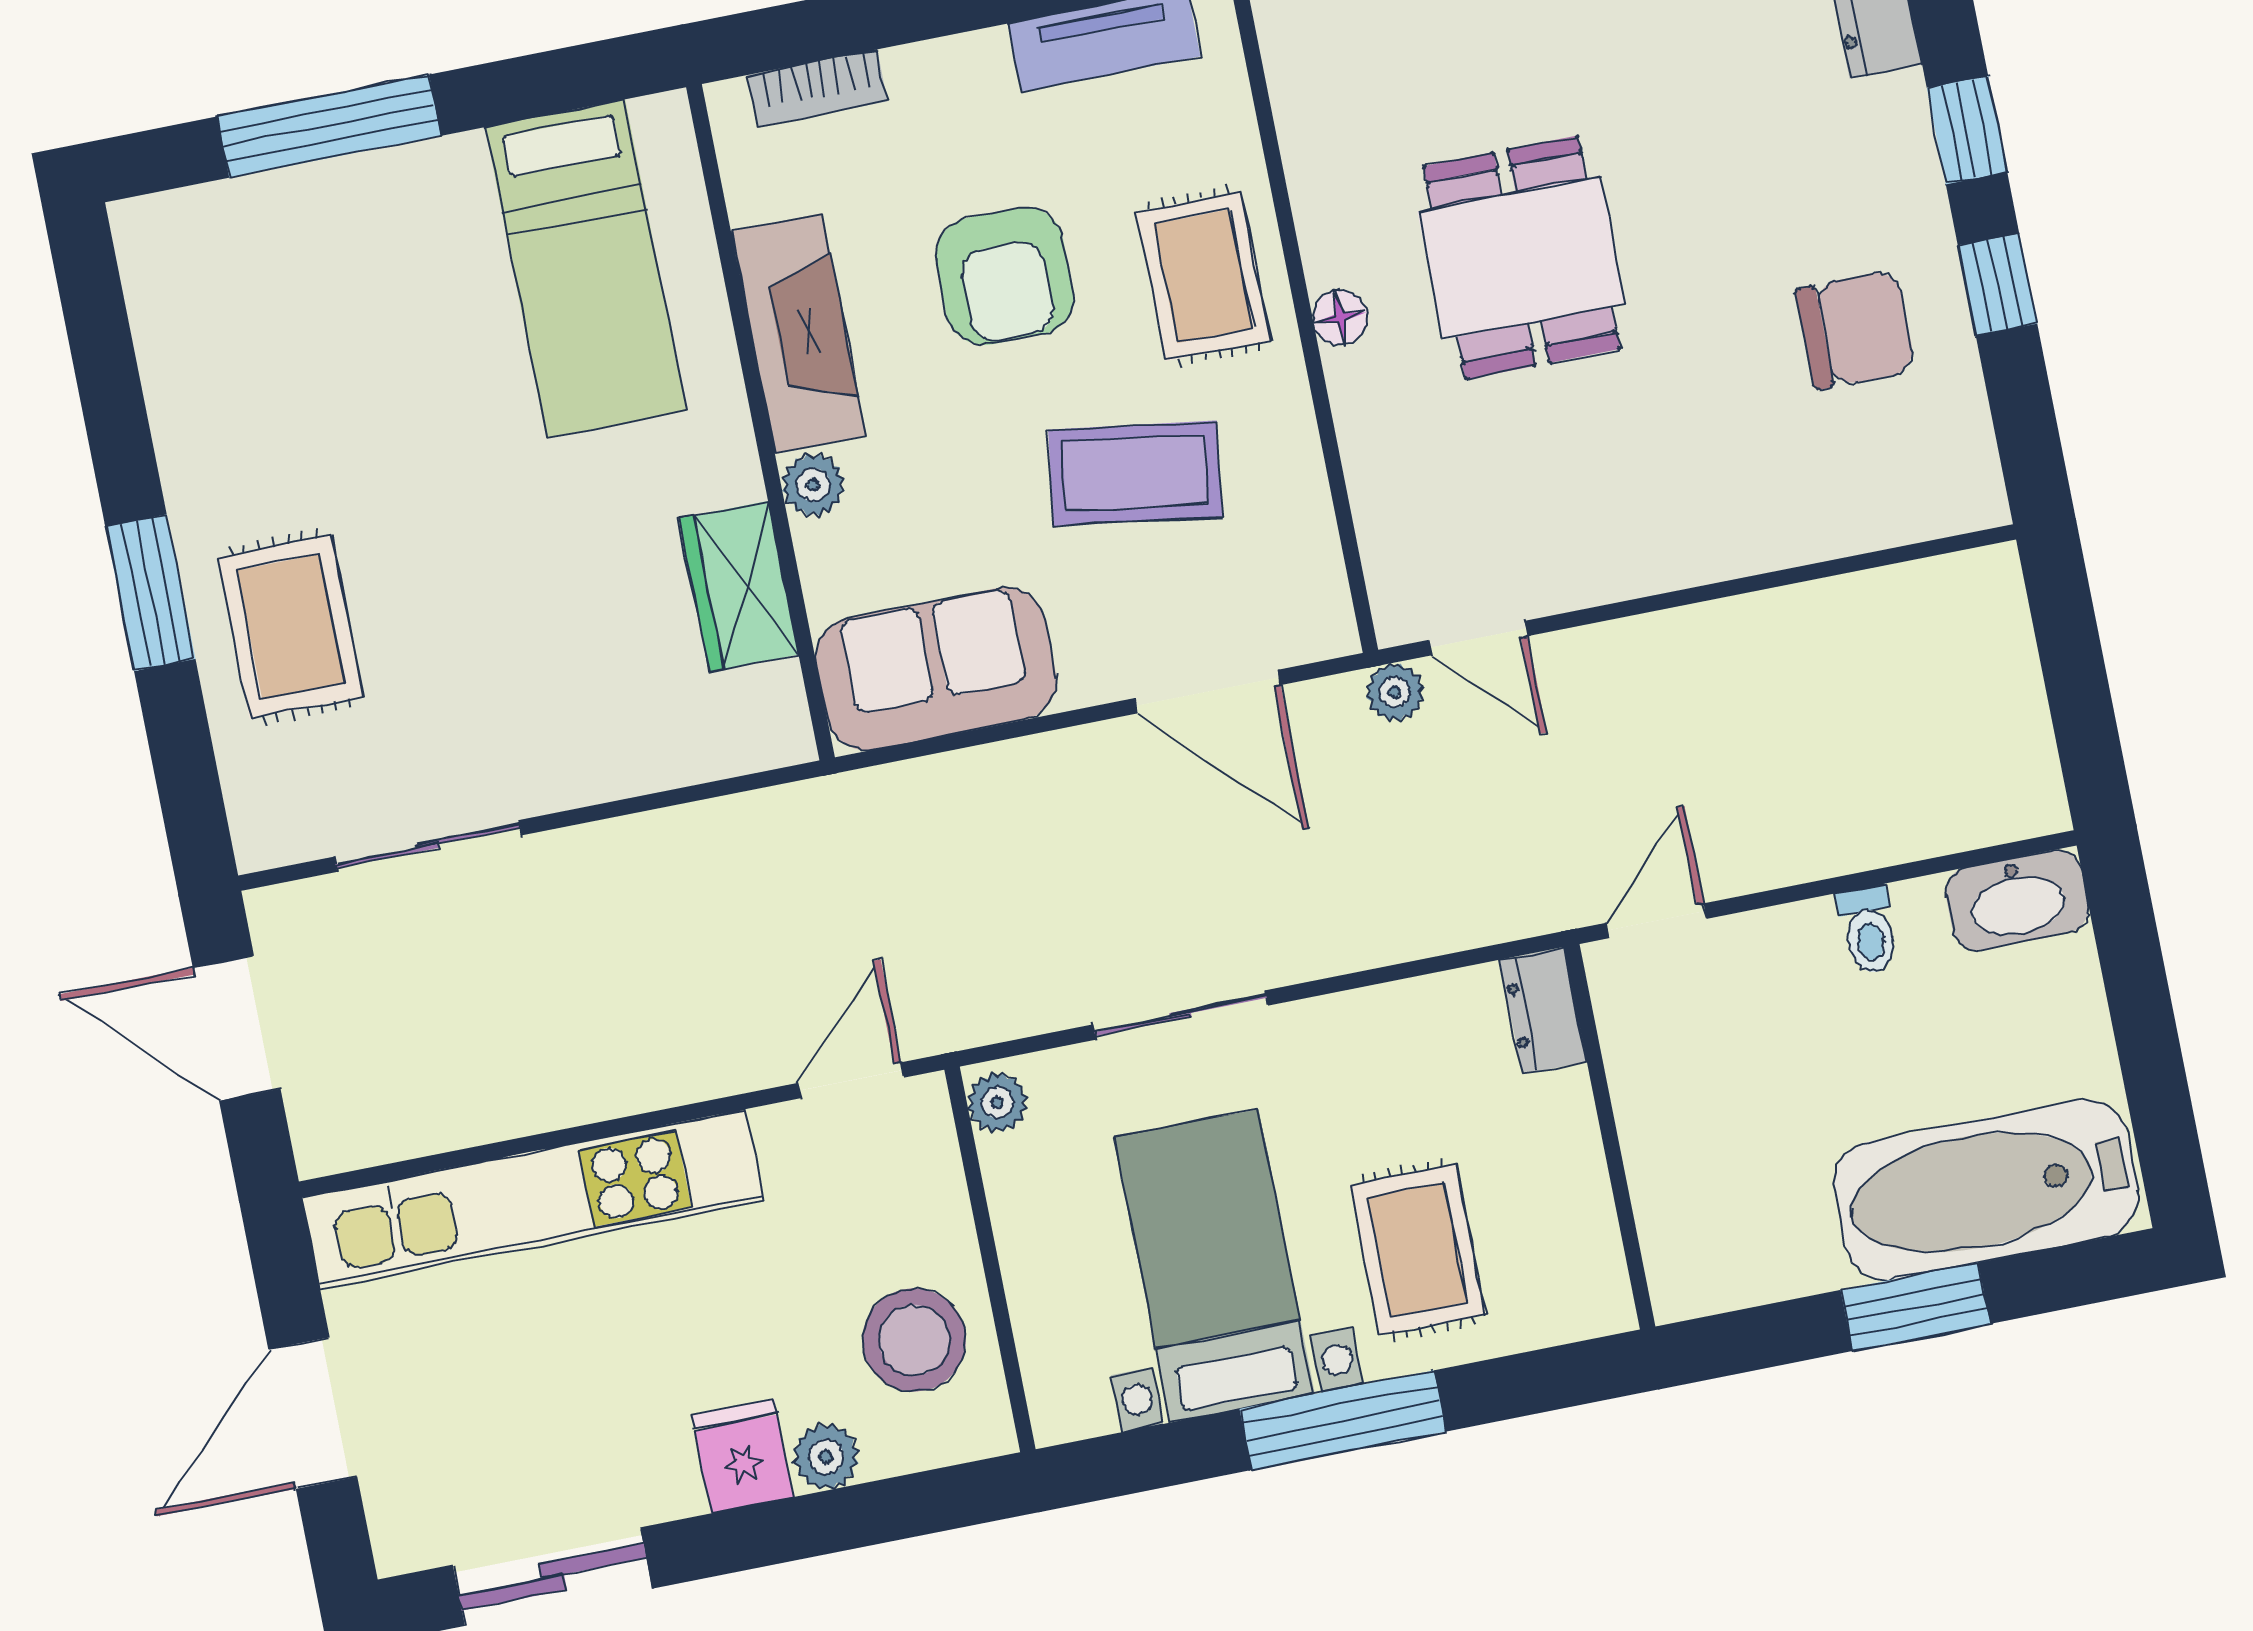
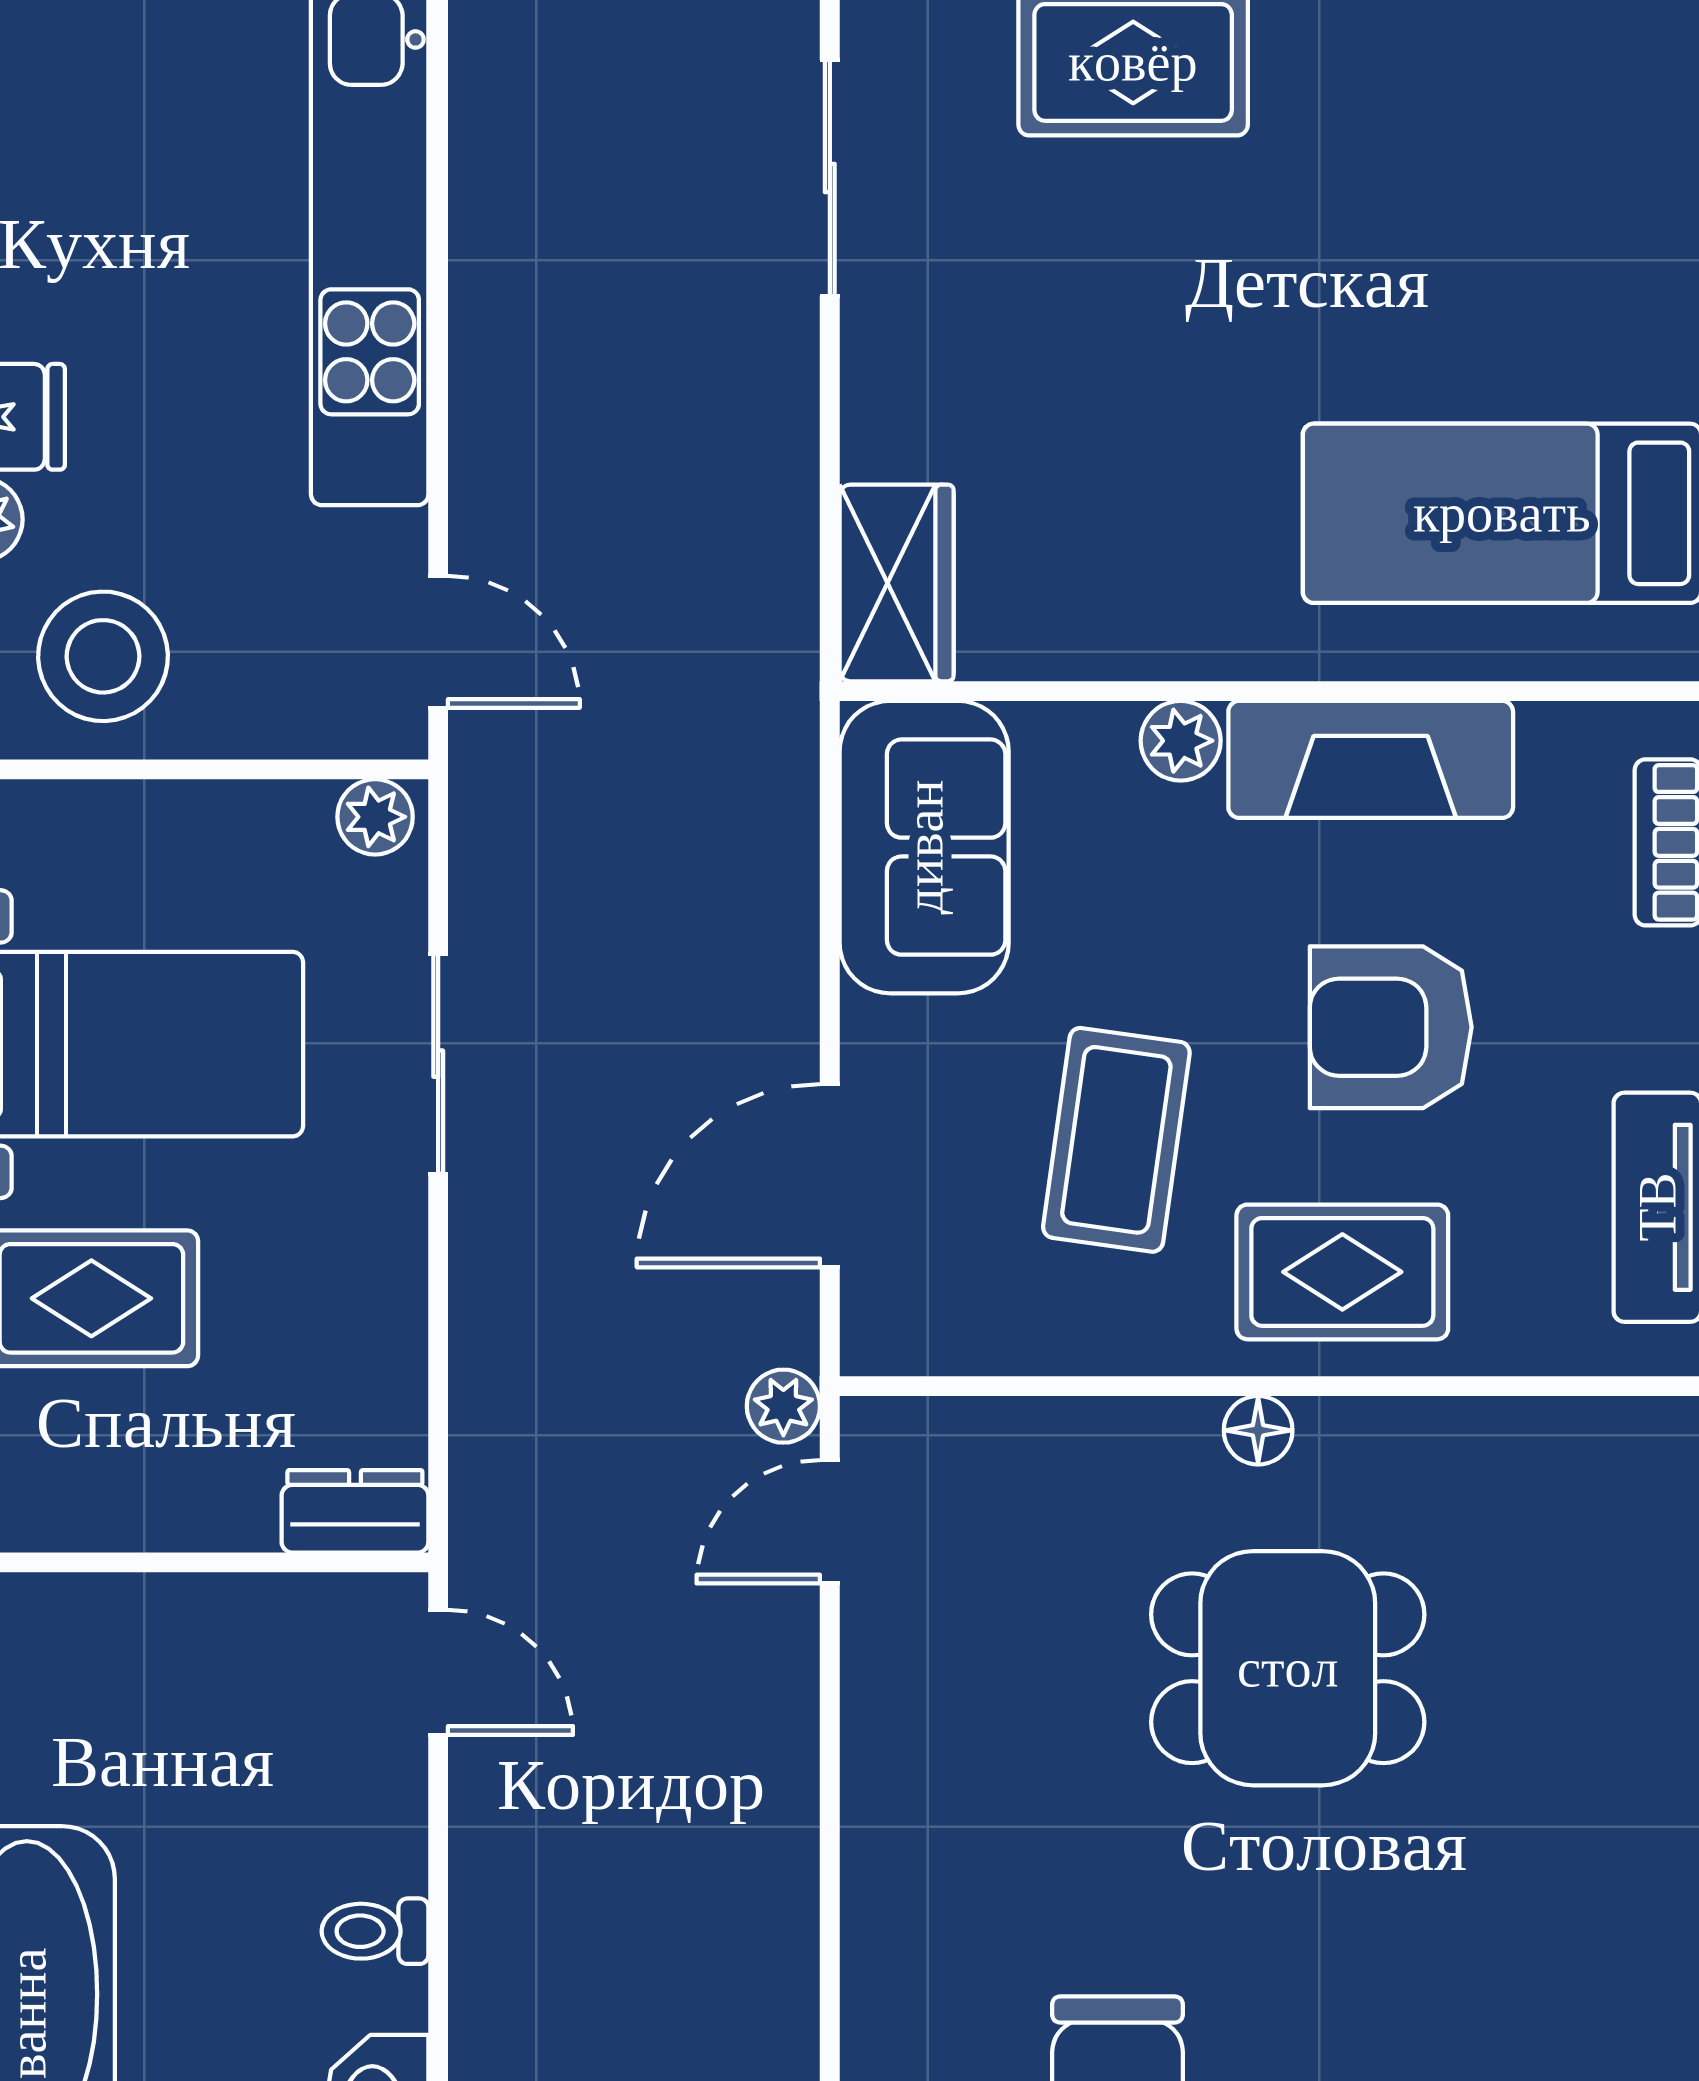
wardrobe: (739, 586) -> (897, 583), moved, turned 90

